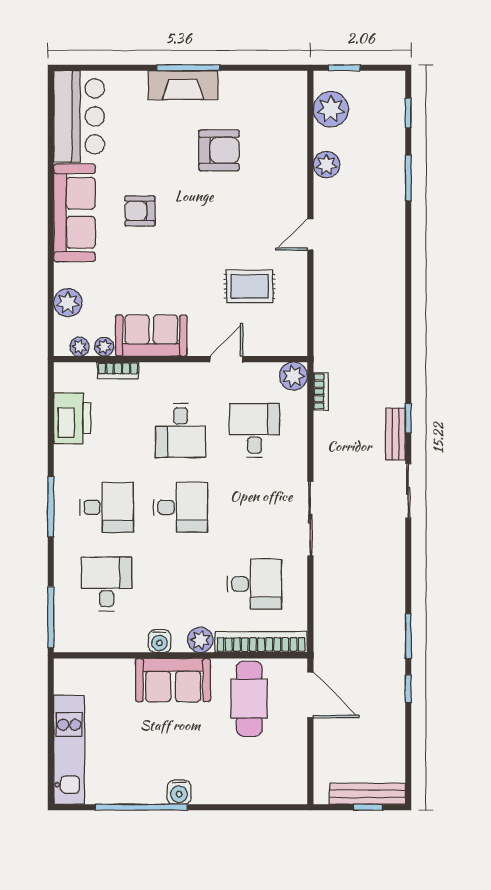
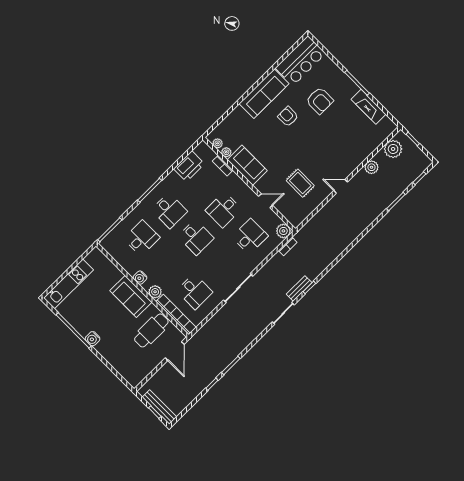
fireplace: (183, 85) -> (368, 107), moved
armchair: (219, 150) -> (320, 101), moved
plant: (68, 303) -> (229, 123), removed

